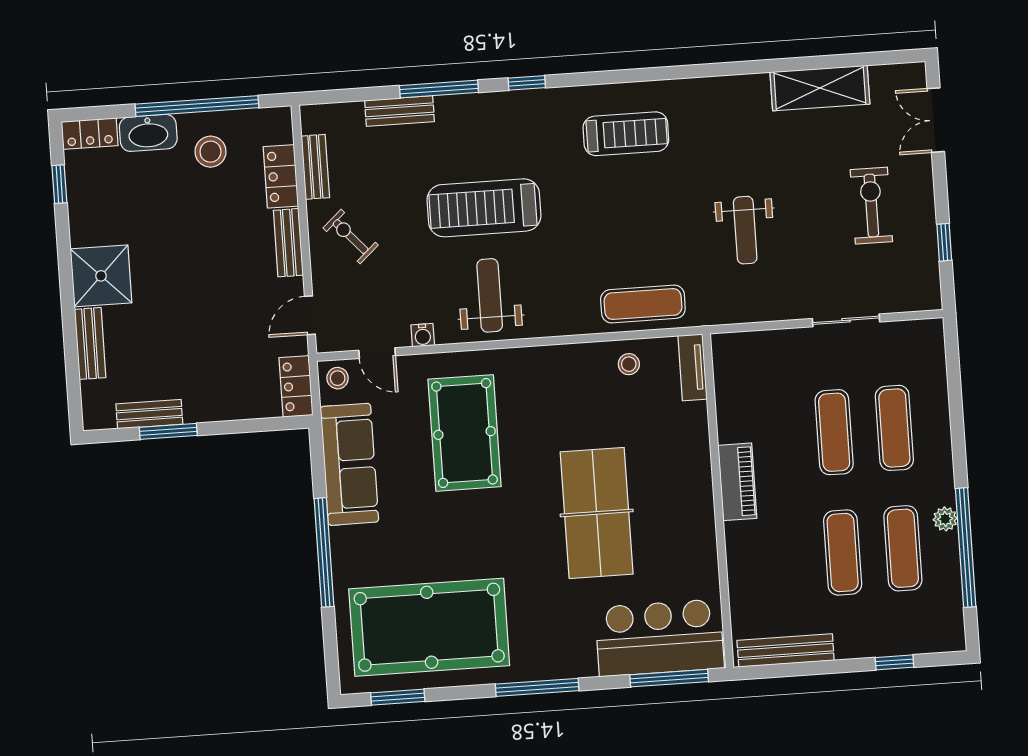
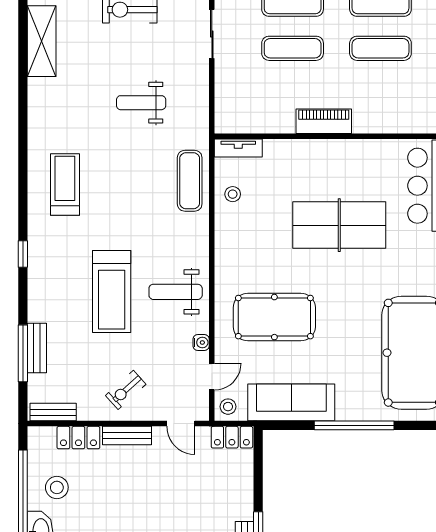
window: (439, 89) -> (23, 353), moved
bench: (315, 167) -> (53, 412), moved
weight bench: (745, 230) -> (141, 103), turned 180

